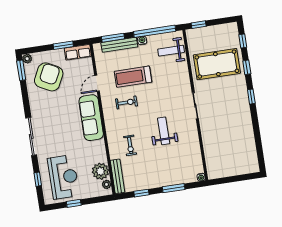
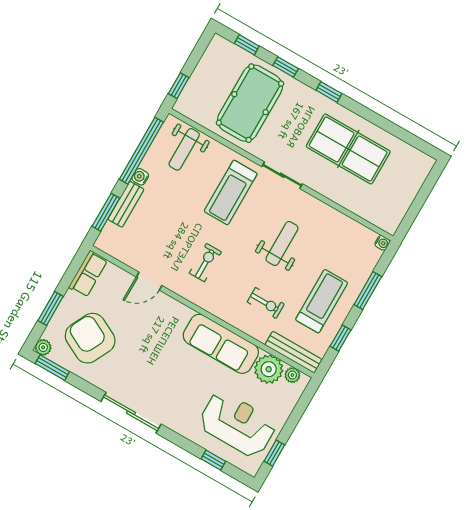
window: (63, 45) -> (51, 308), moved
bench: (119, 45) -> (126, 204), width x0.73
treadmill: (133, 77) -> (231, 192), moved
door: (97, 83) -> (149, 281), hinge flipped
sofa: (91, 118) -> (221, 344), moved
table tennis table: (232, 127) -> (348, 149), added
weight bench: (164, 131) -> (282, 243), turned 90
sliding door: (31, 136) -> (131, 413), moved
treadmill: (152, 171) -> (322, 301), added
window: (74, 203) -> (274, 453), moved

